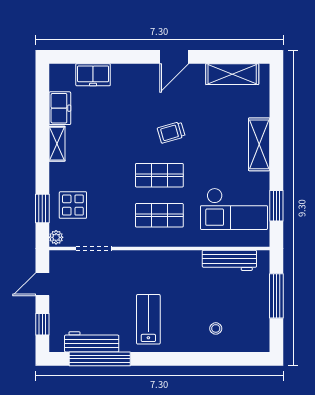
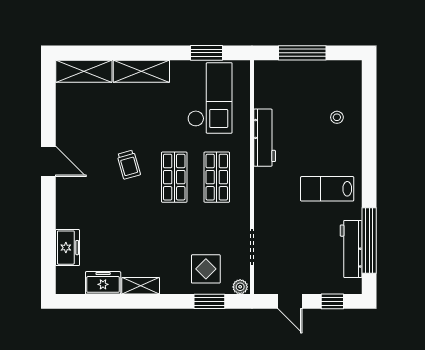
shelving: (232, 74) -> (84, 71), moved, turned 90
workbench: (229, 260) -> (265, 138), moved

